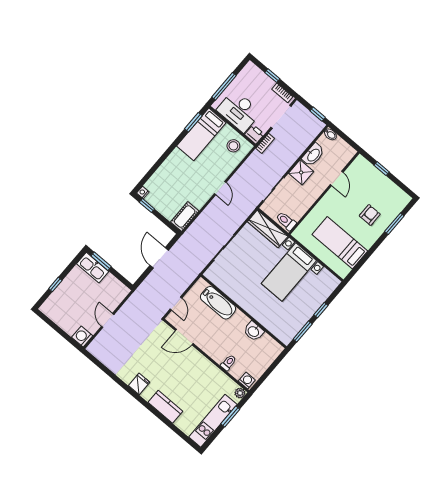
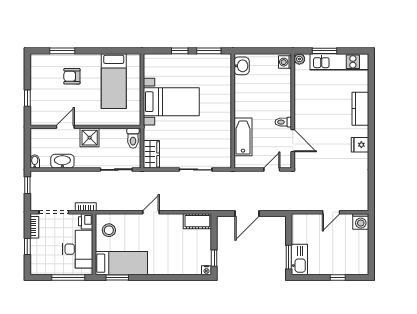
shower: (301, 172) -> (90, 138), moved
wardrobe: (268, 229) -> (151, 154), width x0.67
washbasin: (254, 331) -> (242, 66), moved
toilet: (228, 363) -> (283, 122), moved

